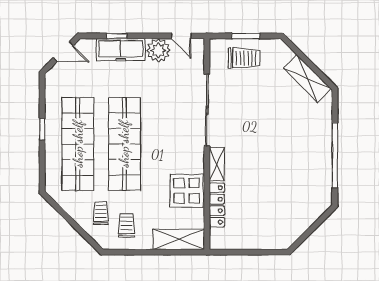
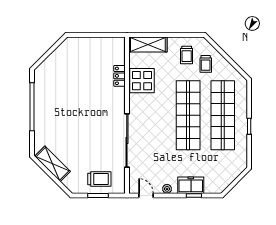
freezer: (121, 50) -> (191, 185), width x0.71
plant: (158, 50) -> (167, 189), width x0.53, depth x0.53
door: (63, 52) -> (233, 184), removed
trolley: (244, 58) -> (99, 179), turned 180
shelving: (217, 164) -> (120, 100), removed
locker: (217, 205) -> (119, 76), width x0.66

